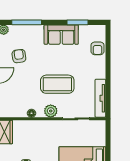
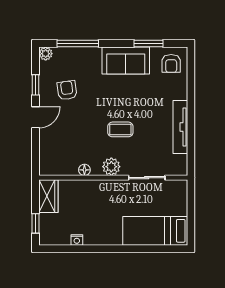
armchair: (98, 48) -> (171, 63), moved
coffee table: (57, 84) -> (120, 129), width x0.54, depth x0.58
tv unit: (100, 98) -> (180, 127), moved

